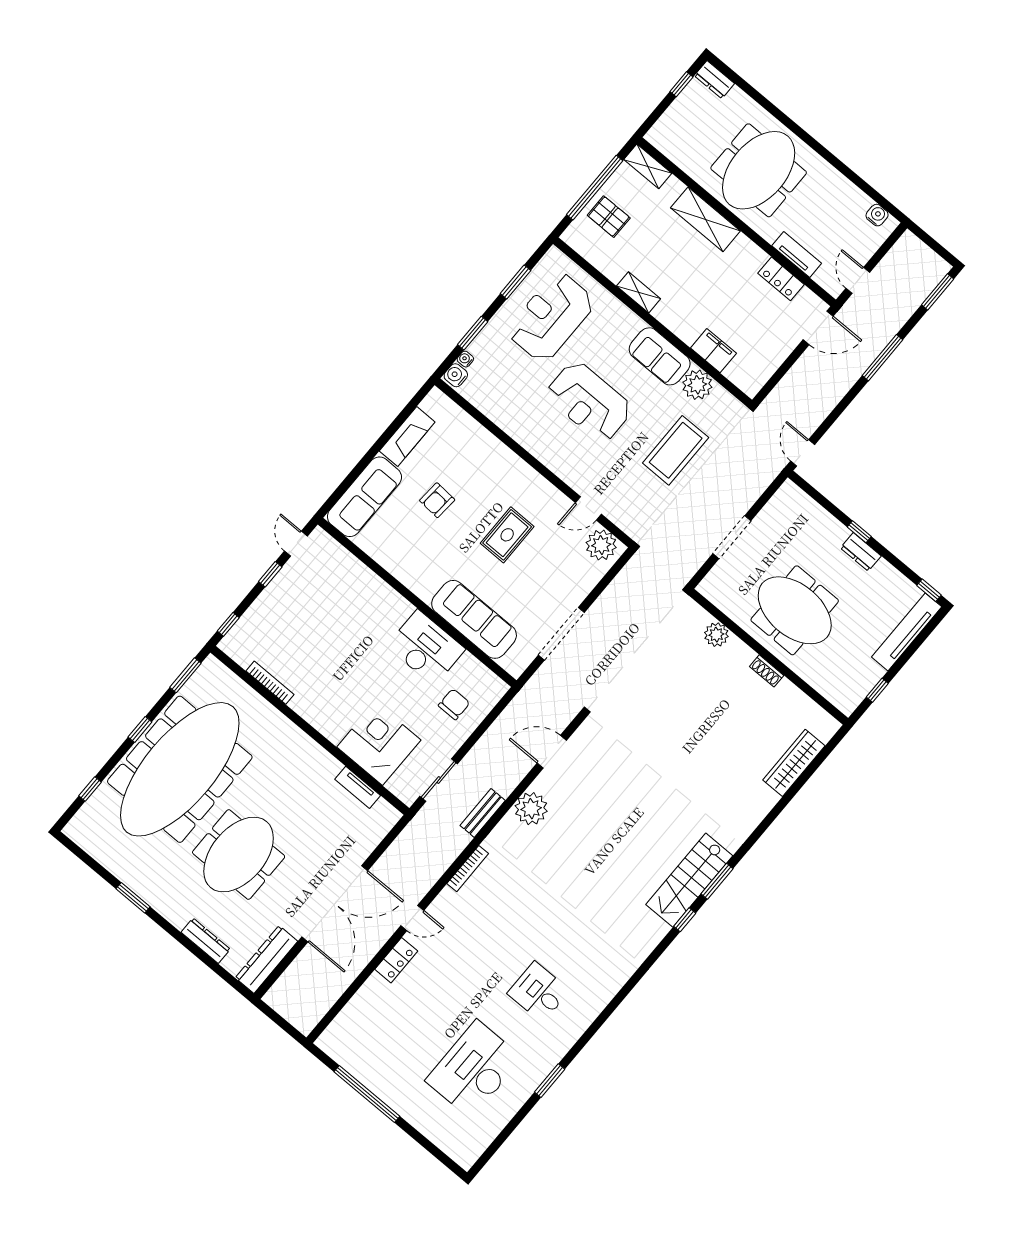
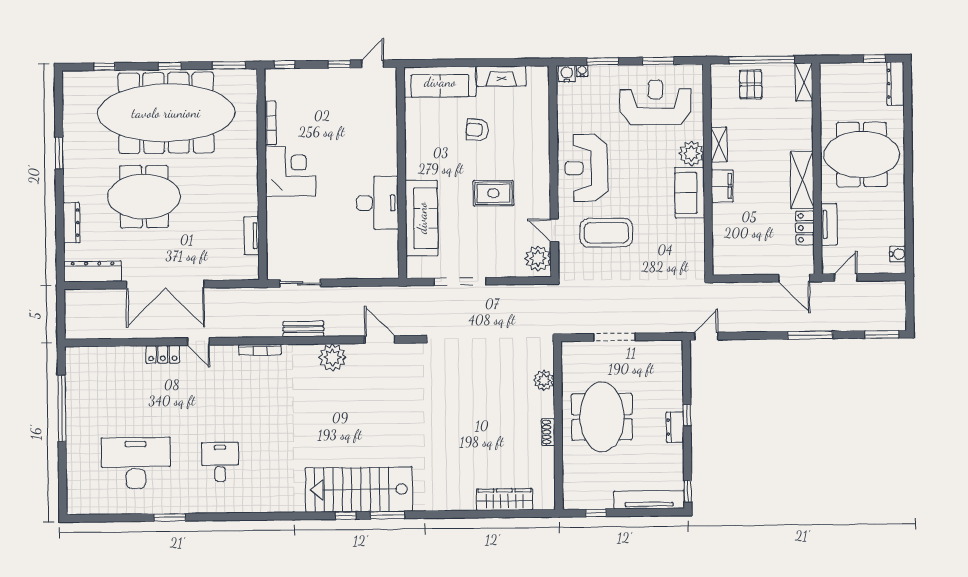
dresser: (714, 80) -> (895, 84), width x1.44
shelving: (705, 219) -> (802, 180), moved
filing cabinet: (713, 351) -> (722, 186), moved
plant: (697, 385) -> (691, 153), moved
reception desk: (589, 402) -> (586, 168), moved
coffee table: (676, 450) -> (606, 233), moved
chair: (454, 704) -> (357, 252), removed
corner desk: (379, 743) -> (290, 171), moved
stairs: (689, 880) -> (359, 490), width x1.36, depth x1.51

